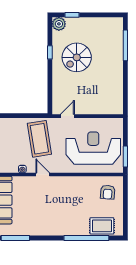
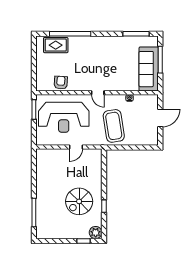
spiral stairs: (77, 57) -> (79, 201), turned 180
door: (67, 116) -> (76, 147), moved
door: (43, 175) -> (98, 93), moved
armchair: (108, 192) -> (61, 83), moved

